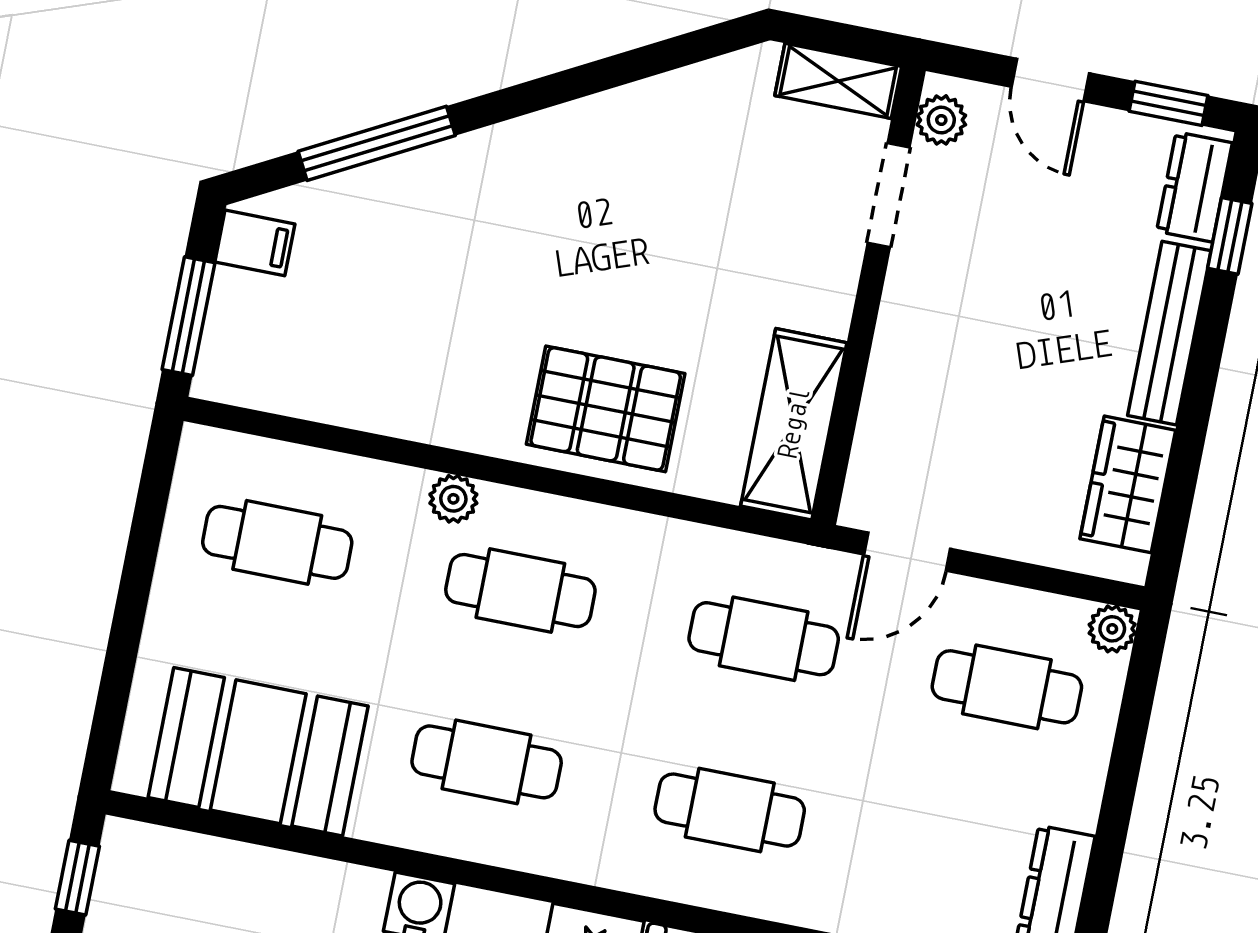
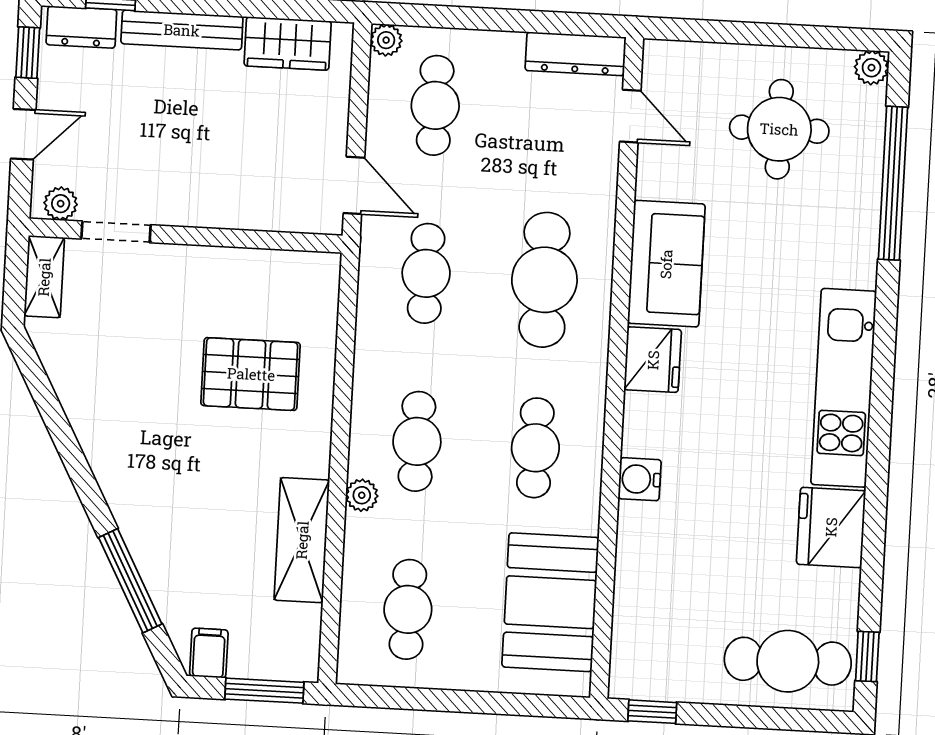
pallet: (606, 409) -> (251, 374), moved, turned 90
shelving: (794, 424) -> (302, 540), moved, turned 90
cafe table: (730, 810) -> (544, 280), width x1.37, depth x1.35

